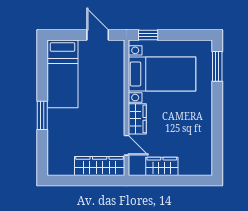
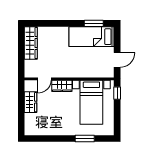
window: (217, 66) -> (85, 139), moved
window: (42, 115) -> (94, 23), moved
wardrobe: (100, 166) -> (31, 43), moved

